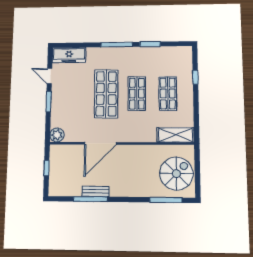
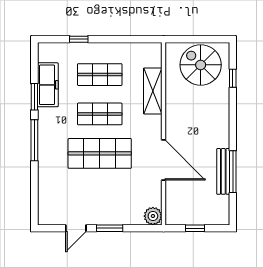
freezer: (69, 55) -> (48, 85), moved
shelving: (176, 135) -> (153, 91), moved
bench: (96, 191) -> (223, 171), width x1.36
window: (166, 200) -> (233, 78), width x0.46

